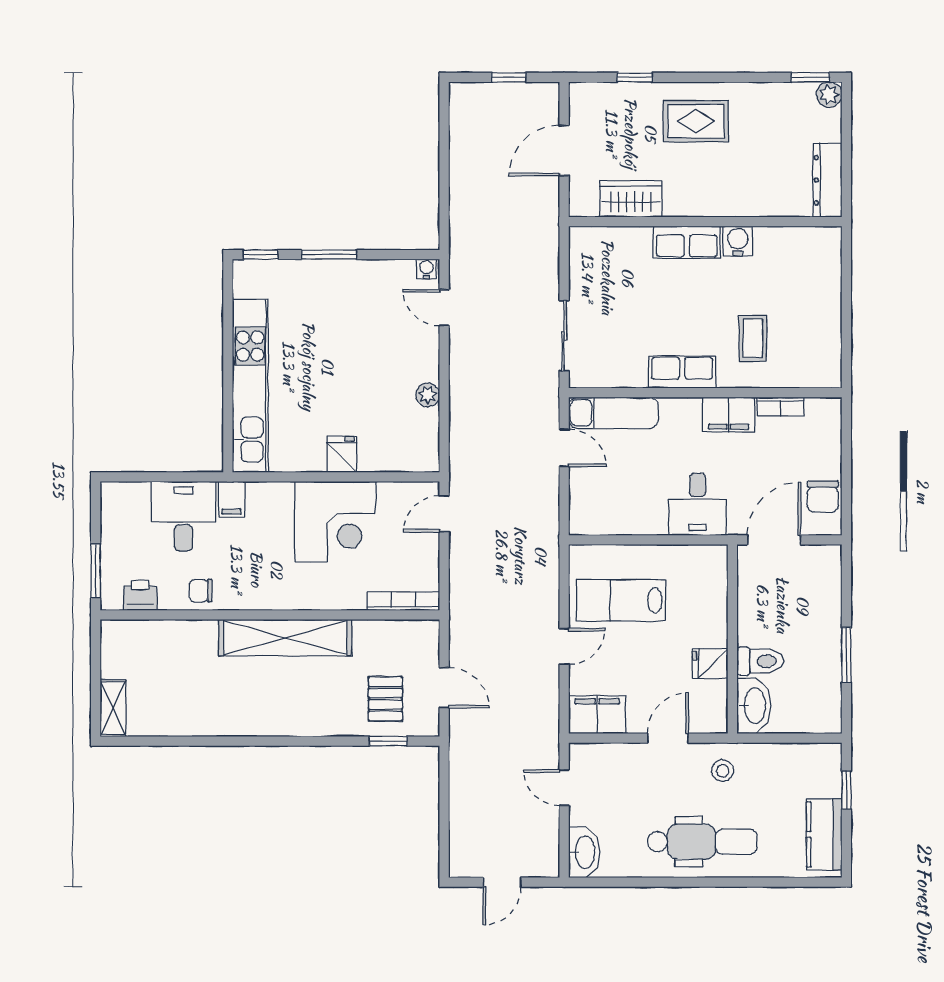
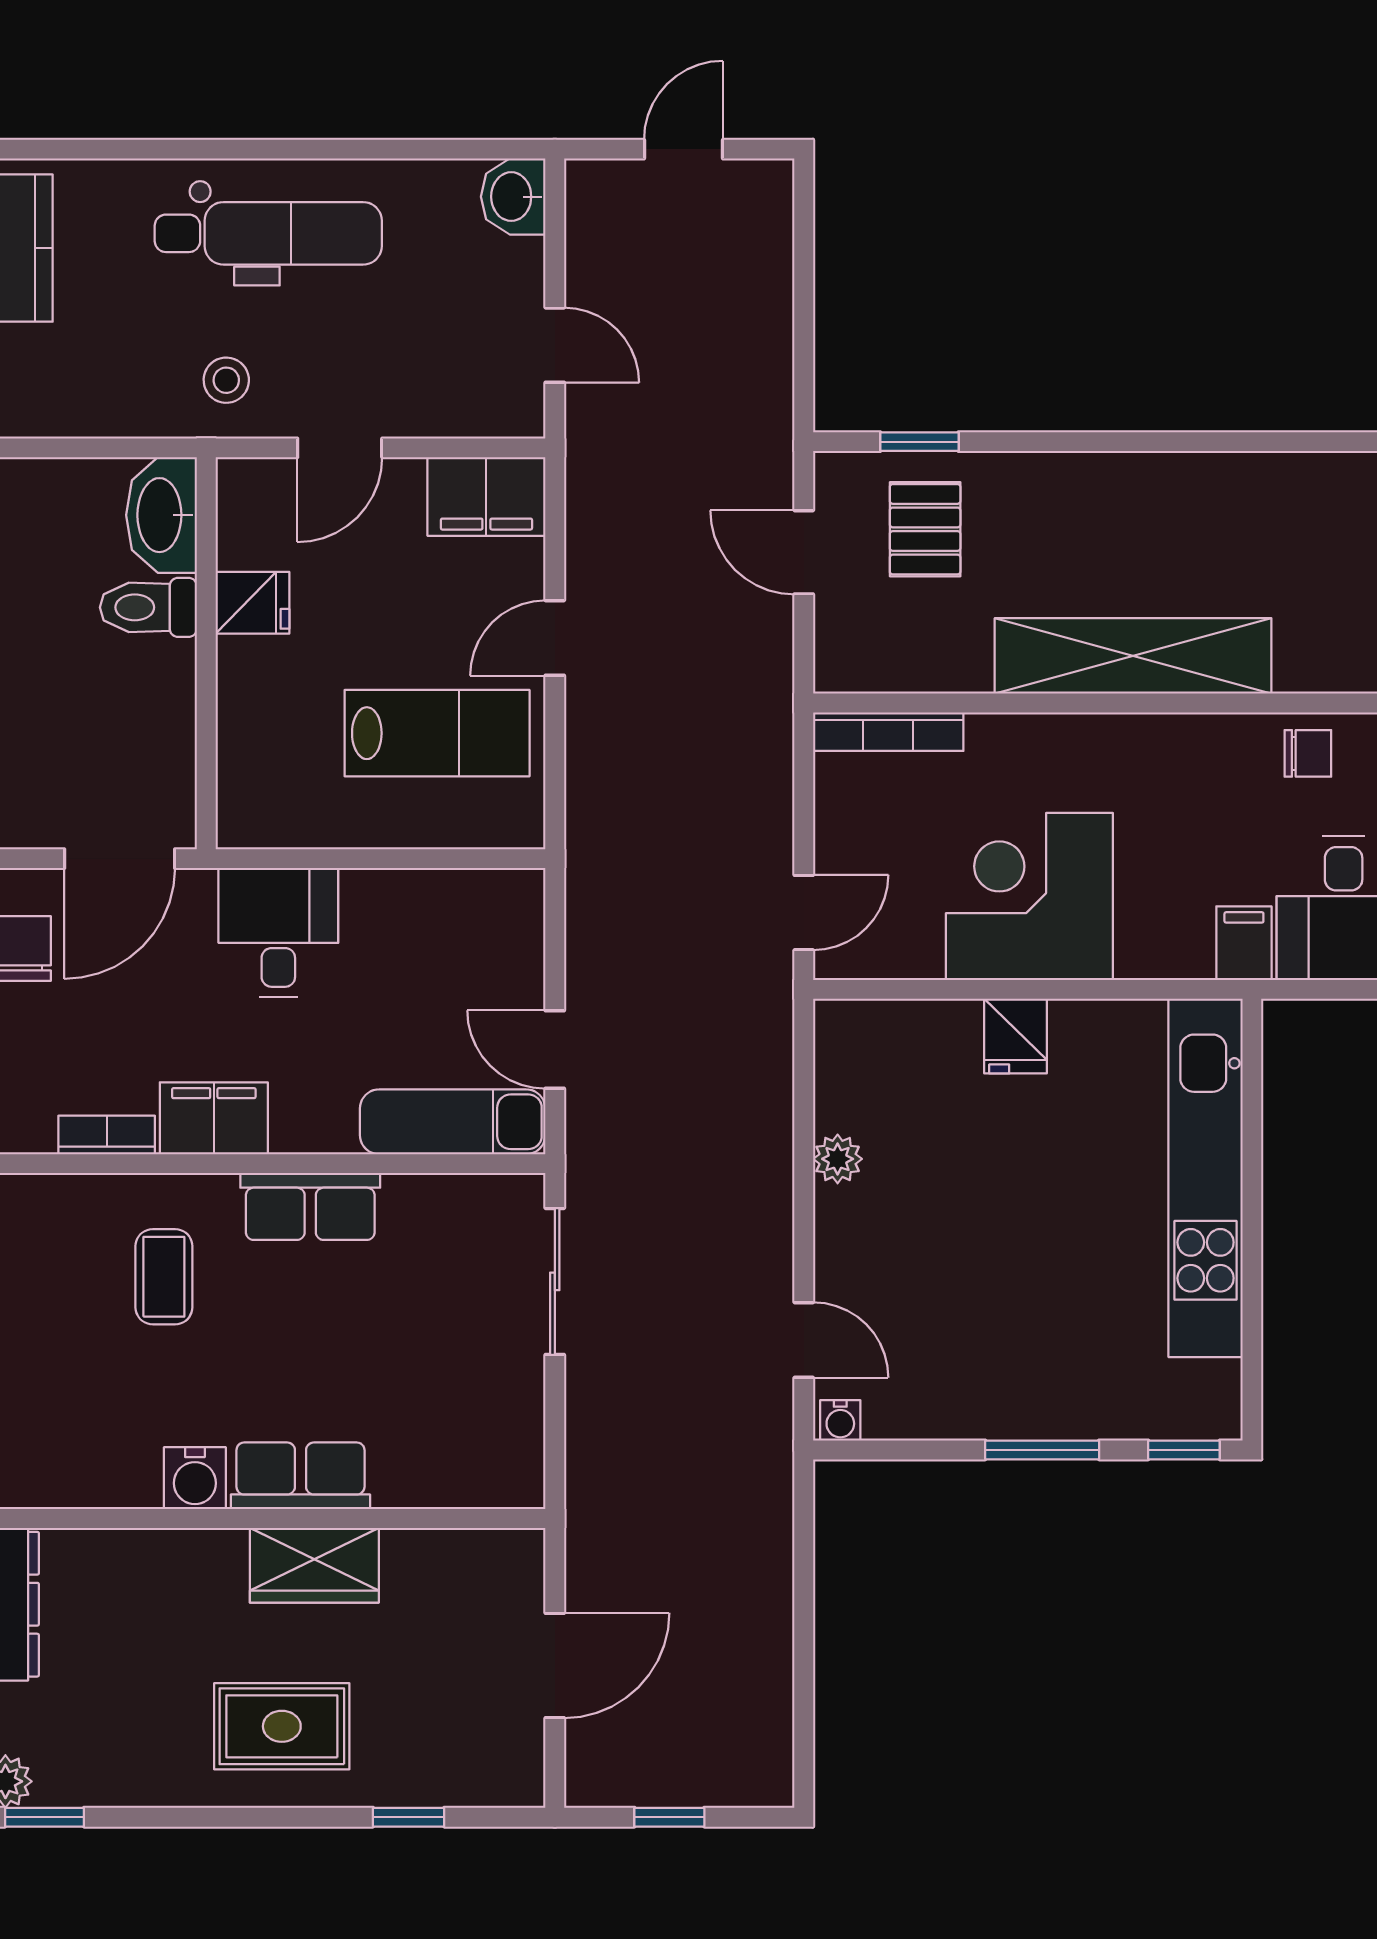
wardrobe: (631, 199) -> (314, 1565), moved
dental chair: (702, 842) -> (268, 233), turned 180
washbasin: (584, 852) -> (513, 197), width x0.72

